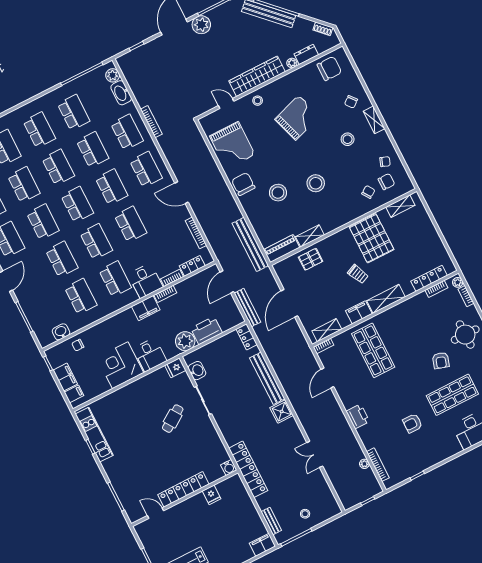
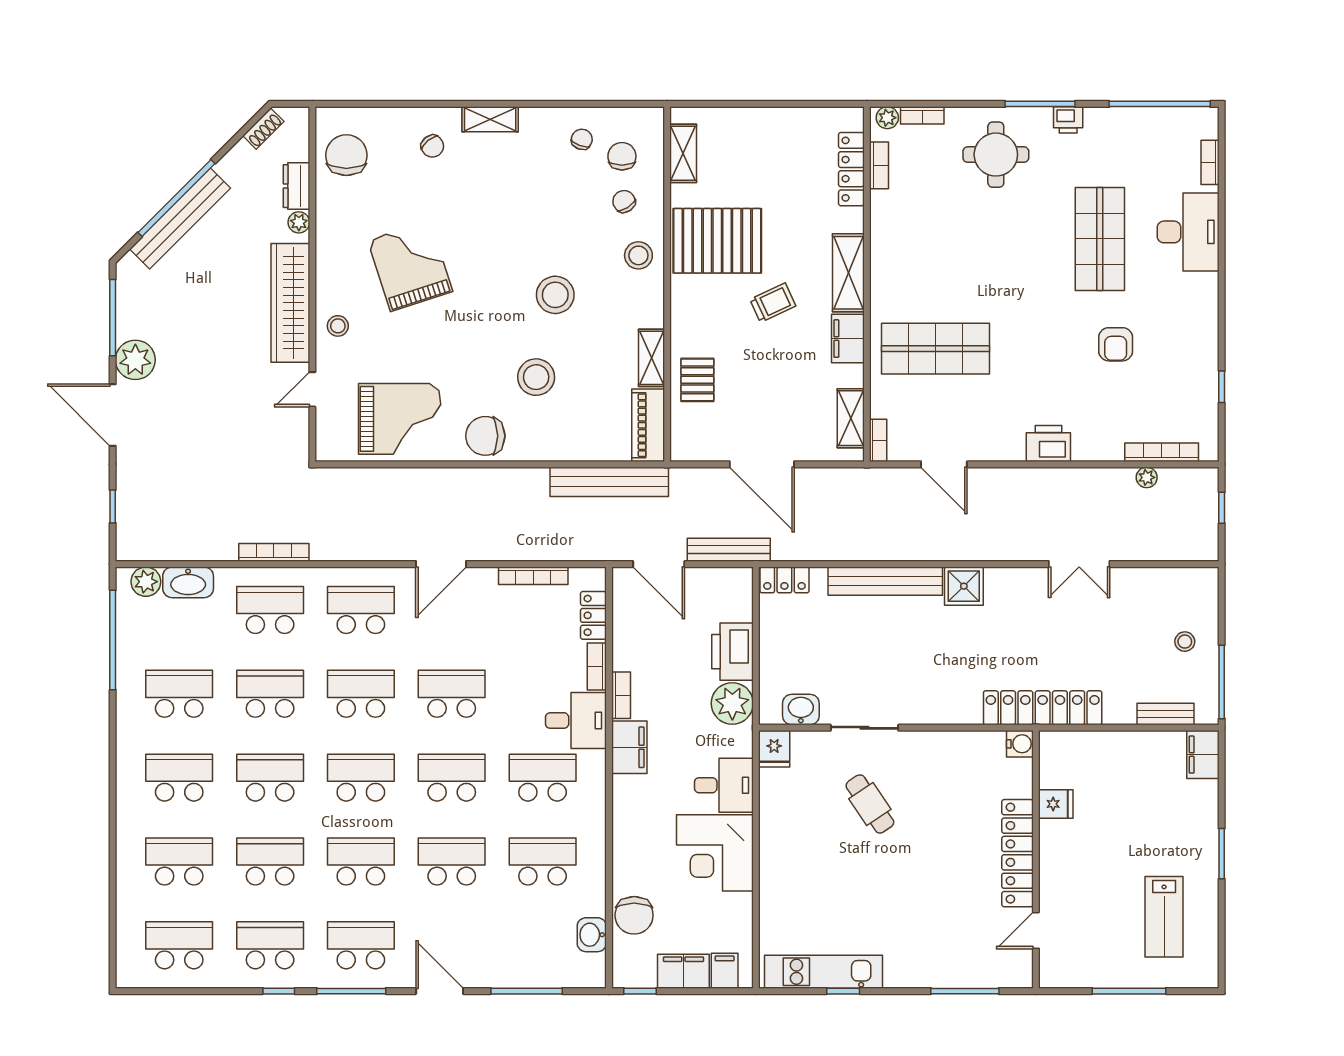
stool: (348, 139) -> (638, 255), moved
chair: (78, 345) -> (634, 915), width x1.87, depth x1.87
armchair: (441, 360) -> (1022, 227), removed

